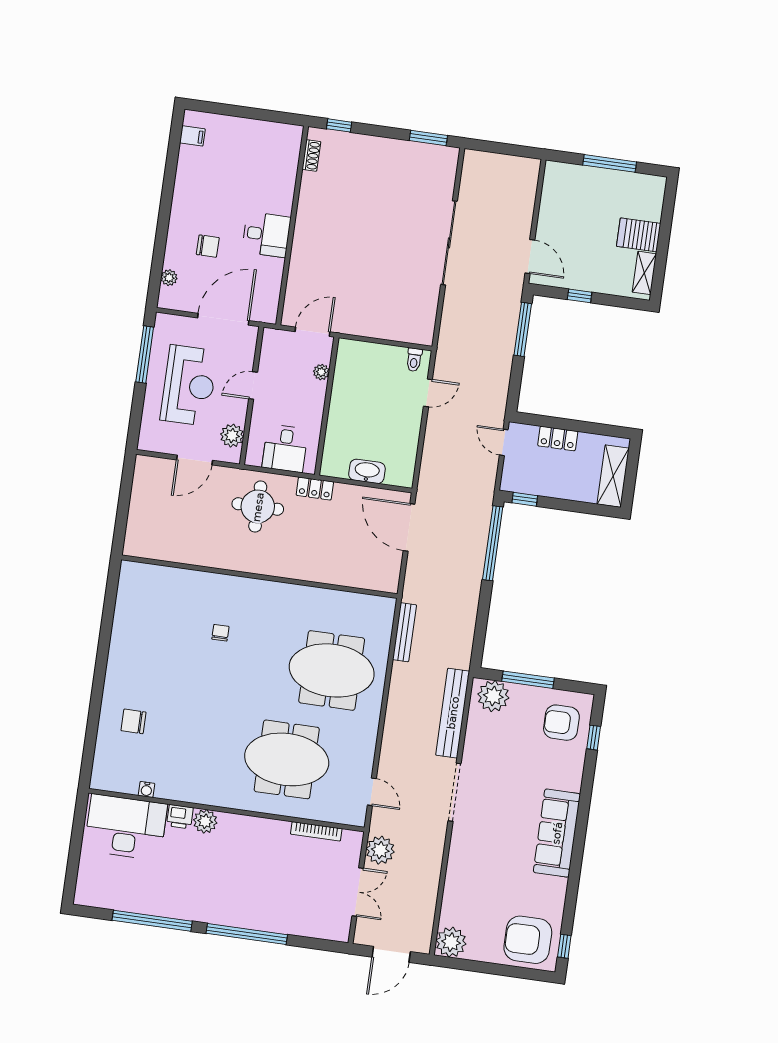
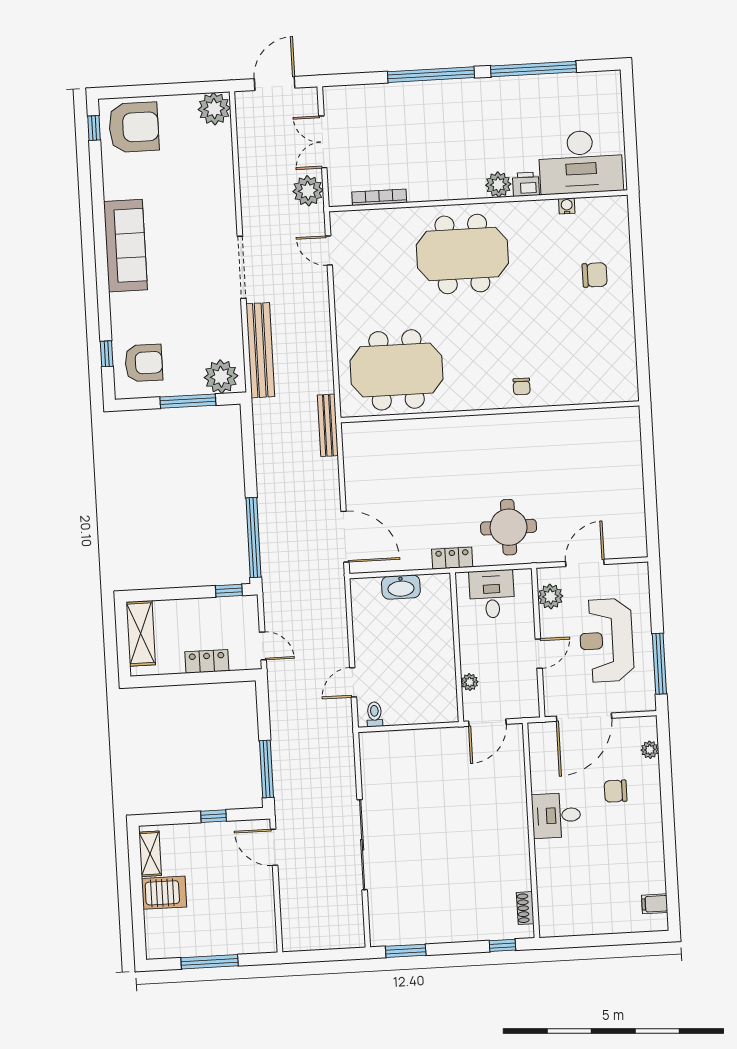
wall: (259, 577) -> (490, 412), moved
meeting table: (287, 759) -> (462, 254), moved

